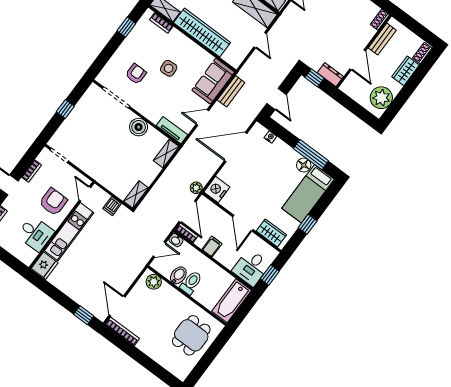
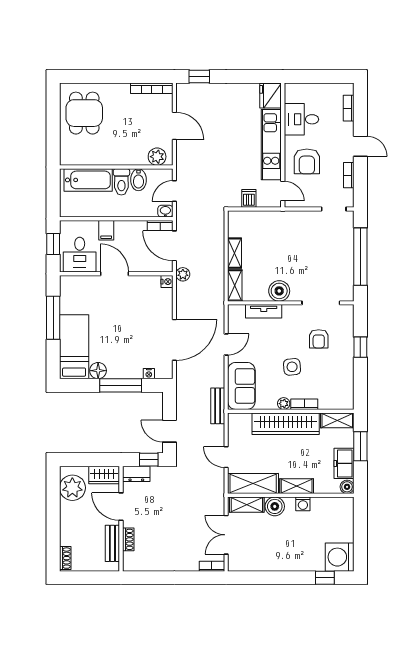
shoe rack: (380, 20) -> (128, 539), moved
bookcase: (161, 23) -> (304, 404), moved
window: (126, 27) -> (360, 347), moved
plant: (193, 47) -> (284, 404), added
wardrobe: (406, 71) -> (104, 475), moved, turned 90
bench: (231, 91) -> (218, 406), moved
door: (277, 99) -> (170, 431), moved
window: (65, 109) -> (360, 257), width x3.17
tv unit: (172, 130) -> (264, 311), moved
window: (311, 155) -> (121, 385), moved
nightstand: (217, 190) -> (167, 282), width x0.53, depth x0.56
shelving: (136, 195) -> (235, 253), moved
window: (308, 224) -> (53, 318), width x2.17
wardrobe: (271, 233) -> (81, 284), removed
filing cabinet: (212, 247) -> (106, 230), moved
desk: (251, 268) -> (80, 255), moved, turned 180
bathtub: (232, 301) -> (88, 180), moved, turned 90
door: (117, 306) -> (174, 126), moved
dining table: (191, 335) -> (84, 113), moved

